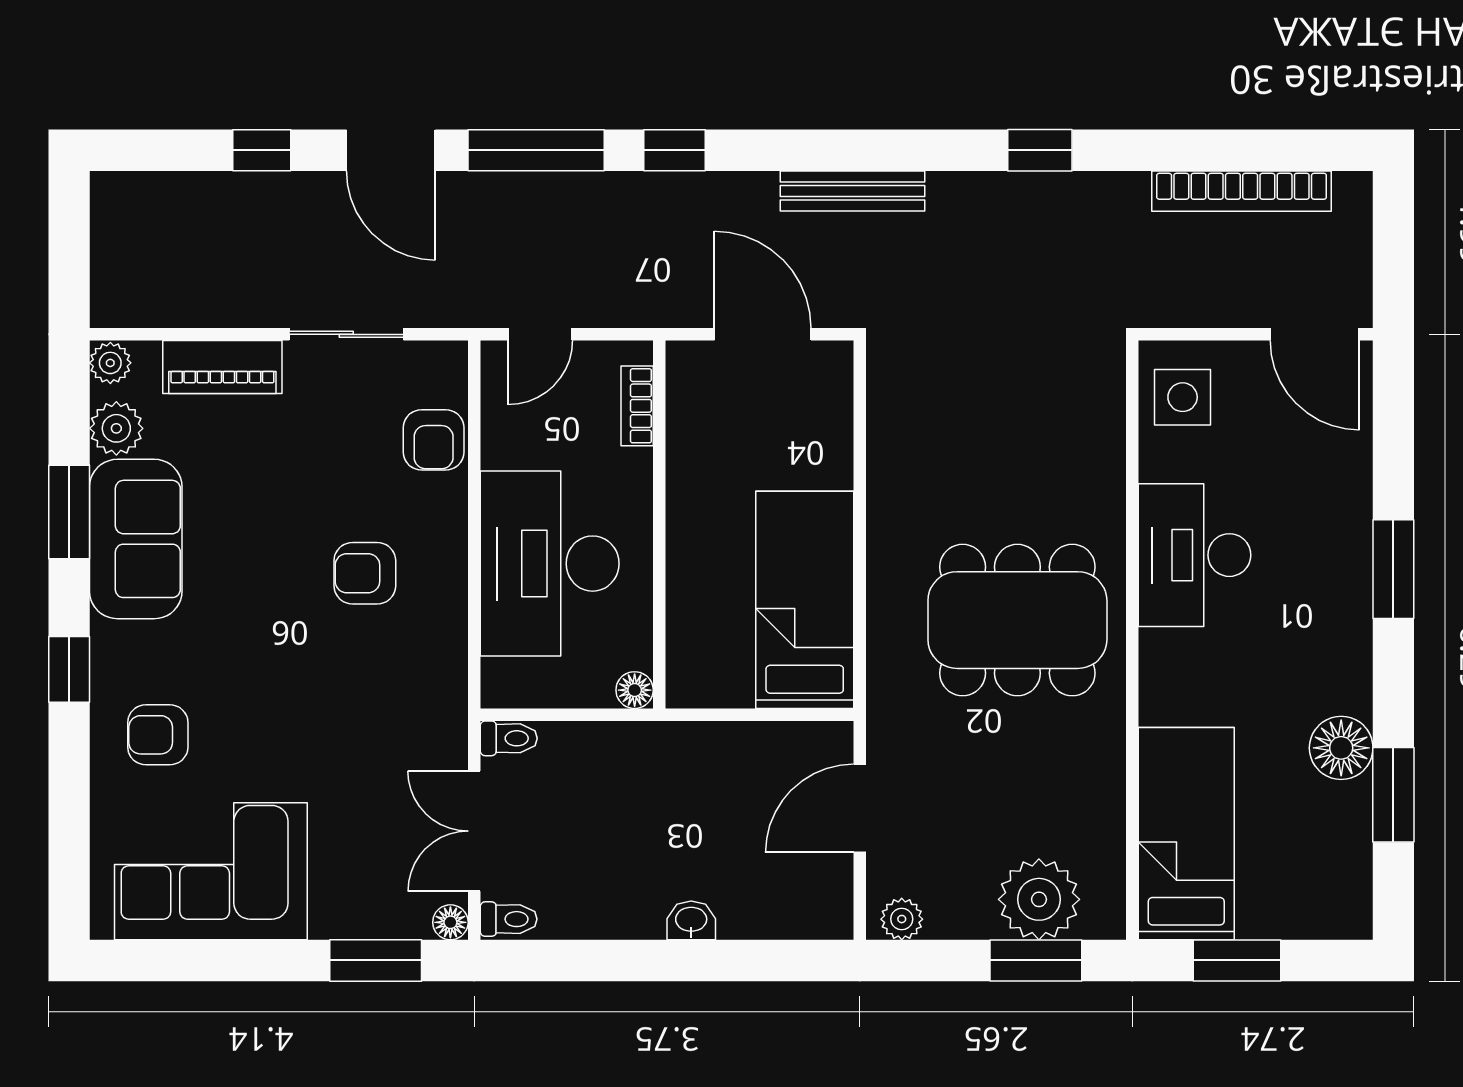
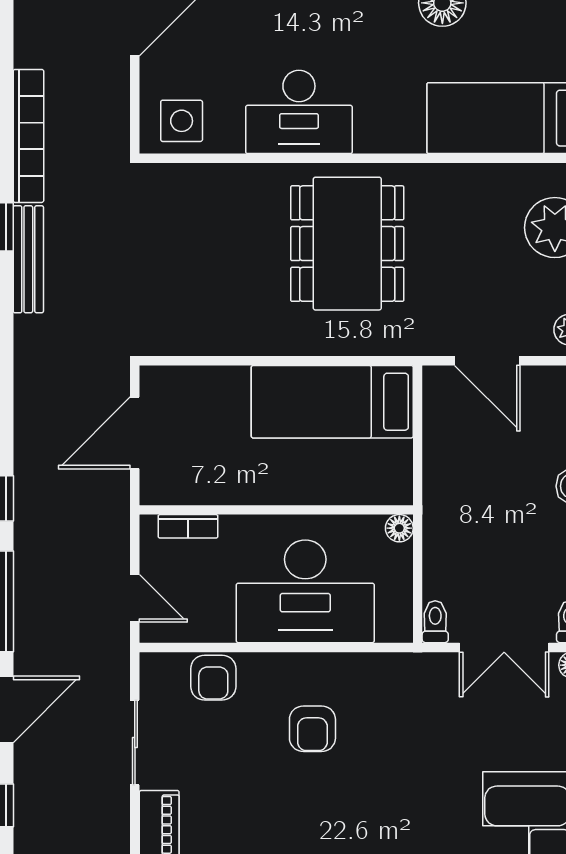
bench: (853, 191) -> (28, 259), moved
bookcase: (1242, 191) -> (28, 136), moved
armchair: (434, 440) -> (213, 678), turned 90

